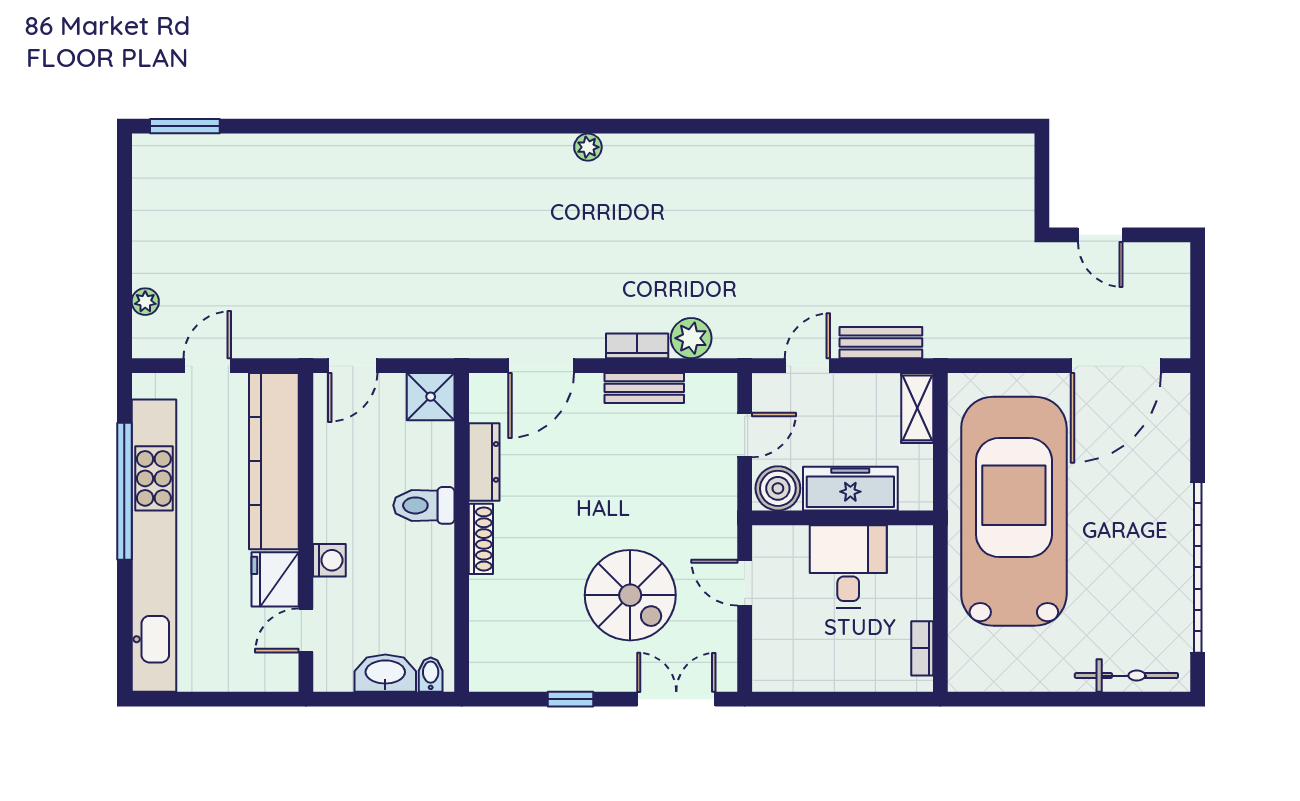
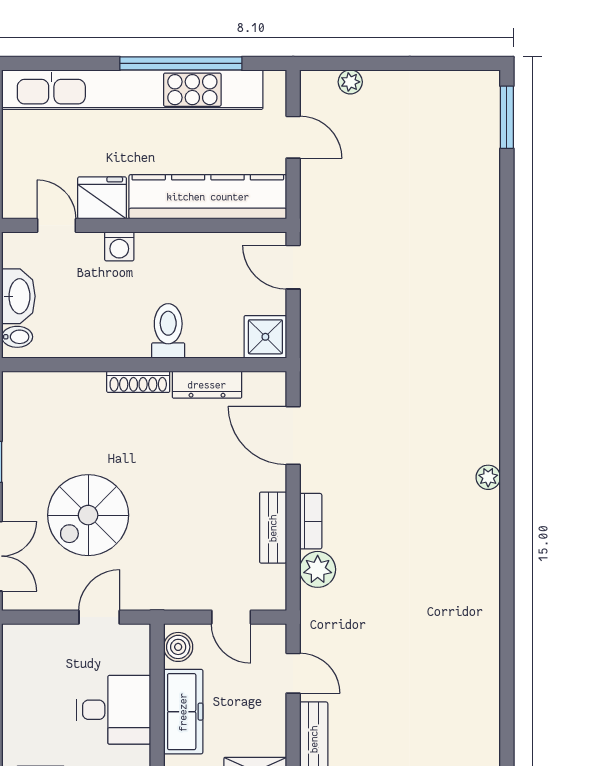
boiler: (778, 488) -> (178, 647), width x0.73, depth x0.73

